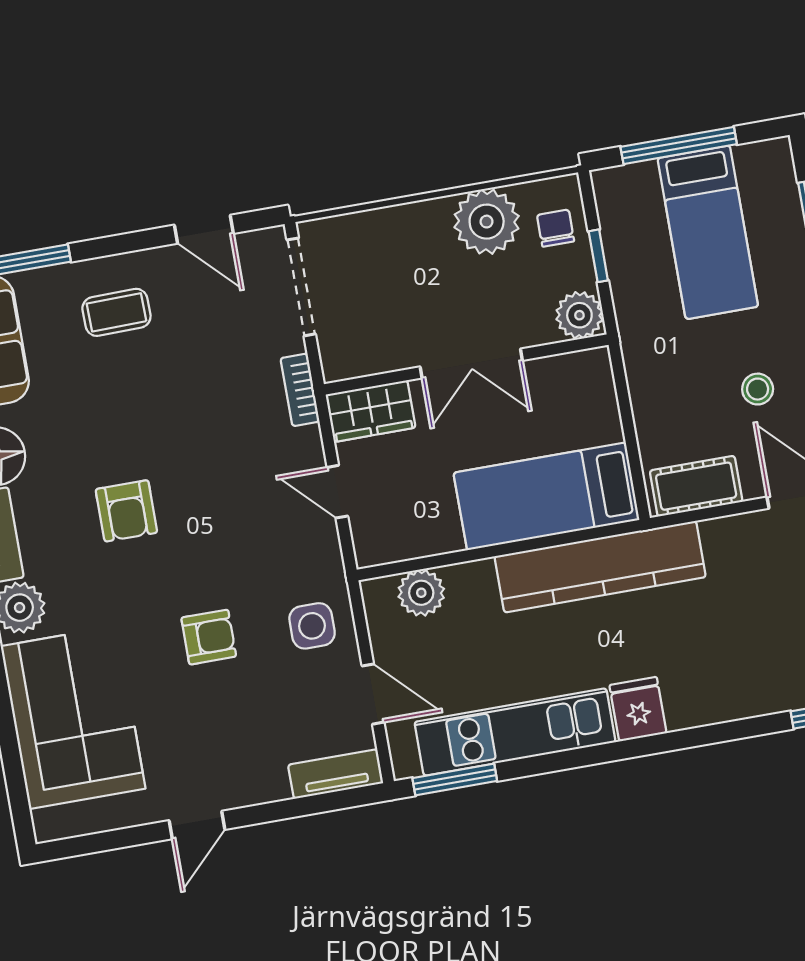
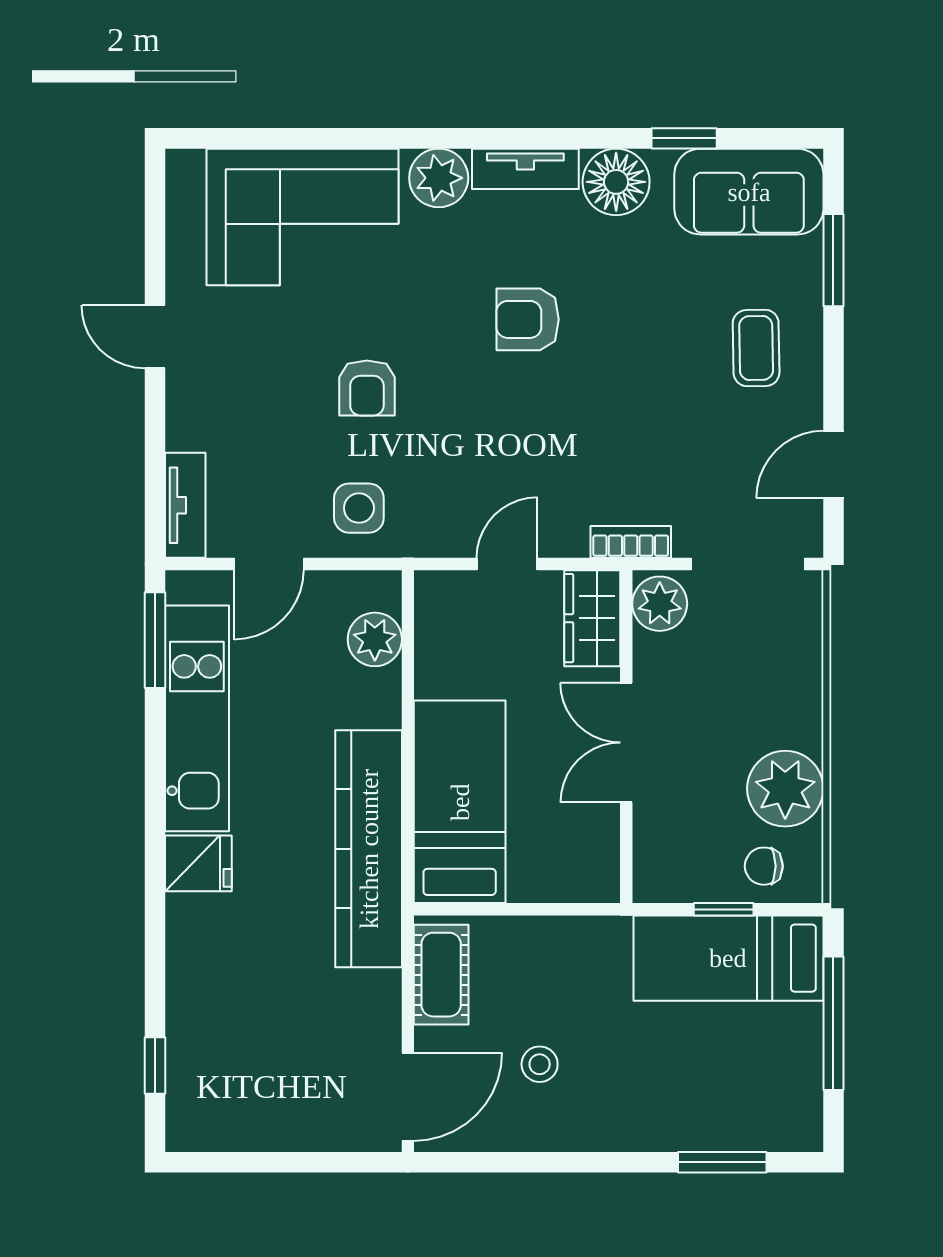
chair: (556, 228) -> (764, 866), turned 180
bed: (708, 232) -> (728, 958), moved
plant: (579, 315) -> (660, 604), moved

